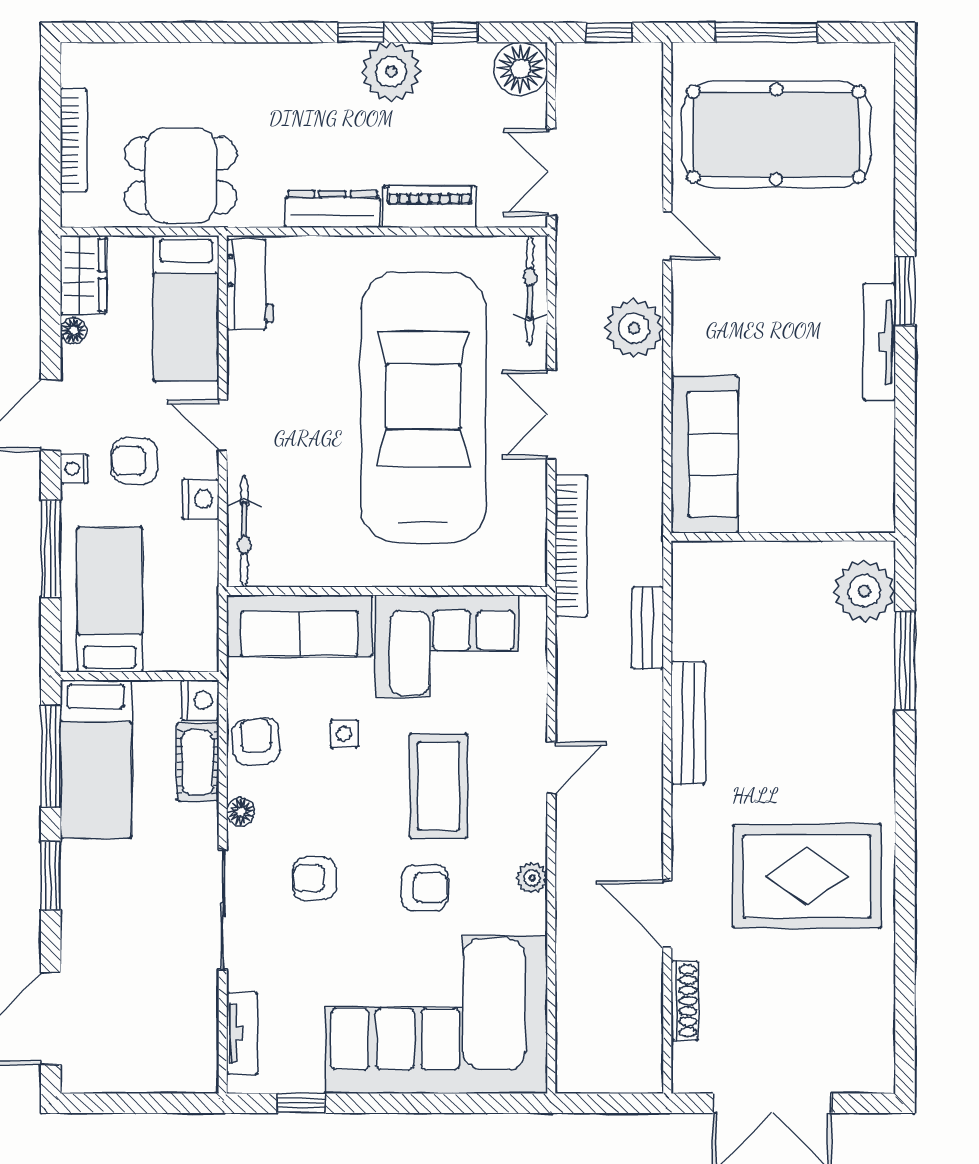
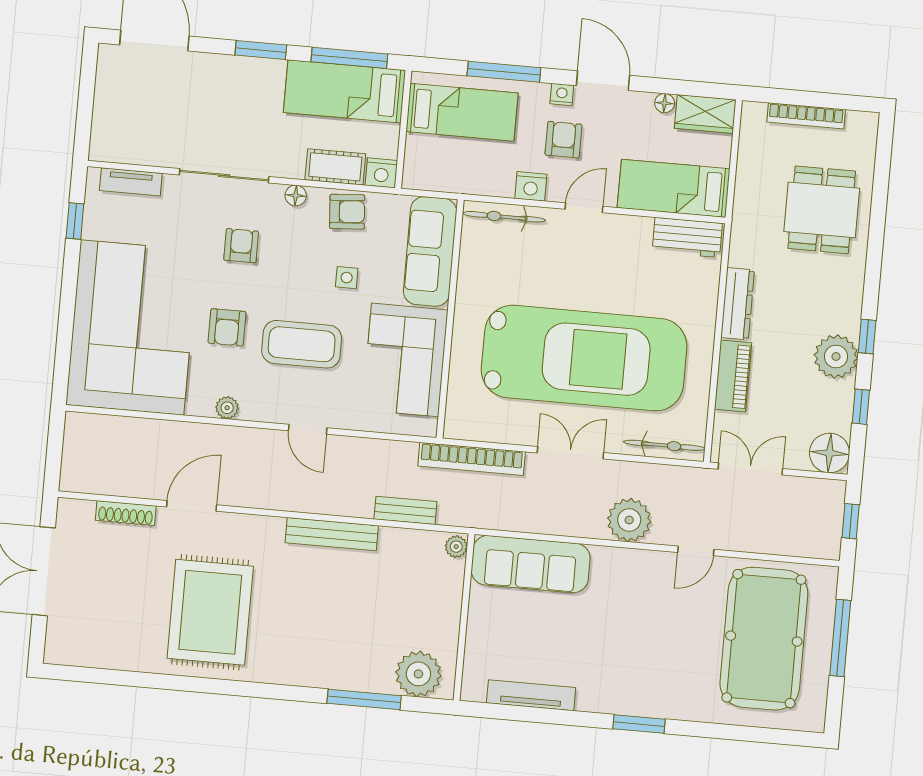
dining table: (181, 176) -> (822, 210), moved
tv unit: (879, 342) -> (531, 695), moved
plant: (690, 556) -> (456, 547), added

